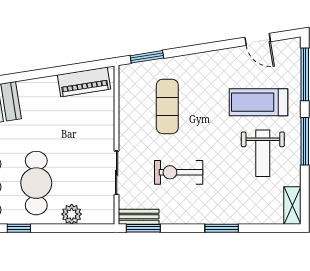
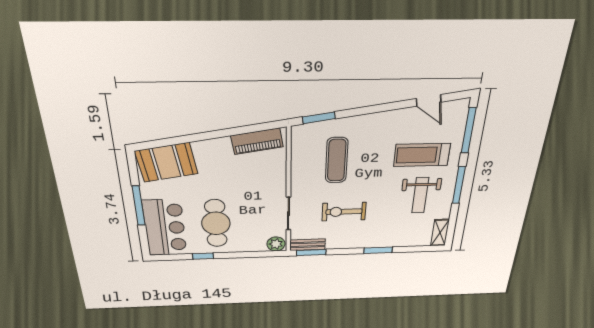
plant: (72, 214) -> (276, 244), moved

